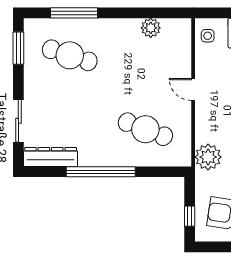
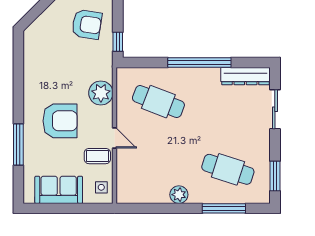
plant: (151, 28) -> (179, 195), moved
coffee table: (212, 70) -> (97, 156), added
plant: (208, 157) -> (101, 93), moved
window: (190, 216) -> (118, 42), moved

